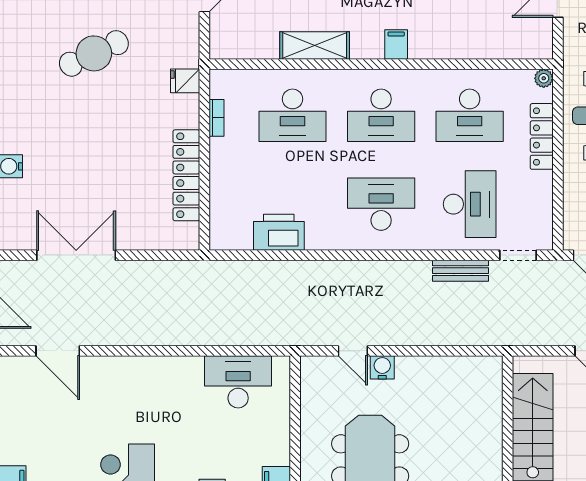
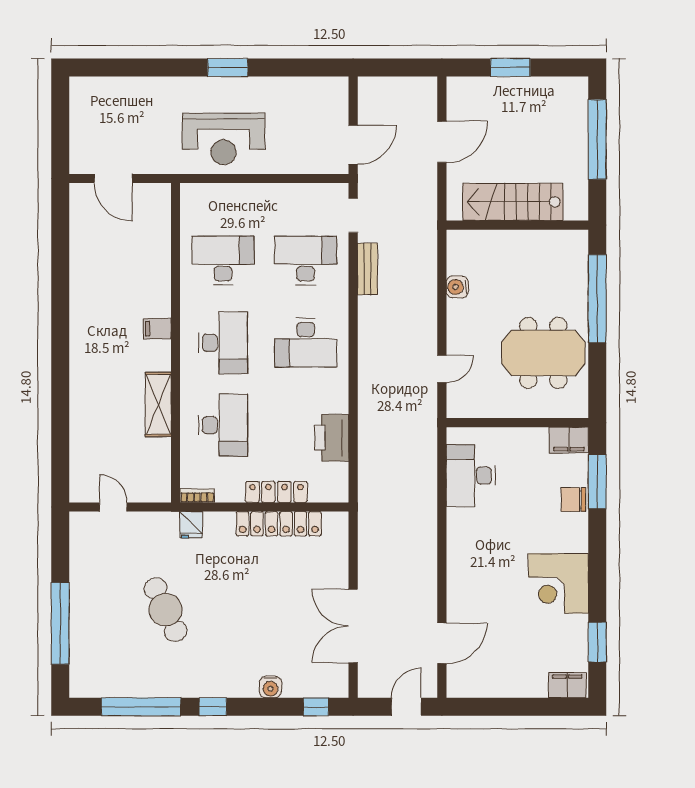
plant: (544, 78) -> (189, 192), removed
desk: (470, 115) -> (223, 260), turned -90
bookcase: (217, 118) -> (197, 496), moved
locker: (542, 136) -> (276, 492), moved, turned 180
desk: (381, 204) -> (306, 343), turned -90
water cooler: (382, 367) -> (457, 287), moved

